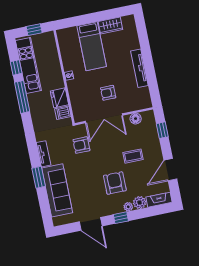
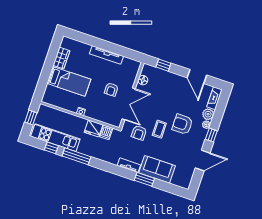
coffee table: (133, 156) -> (159, 129), moved
sofa: (57, 190) -> (157, 169), width x0.73

